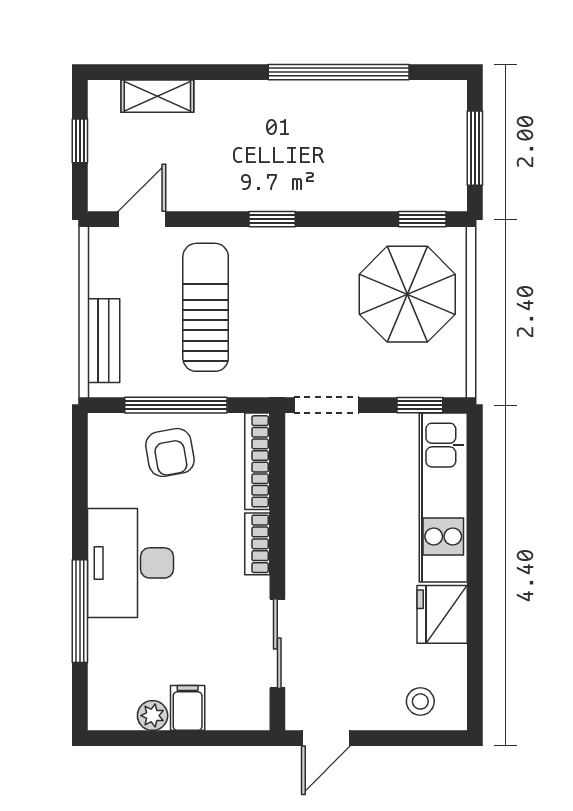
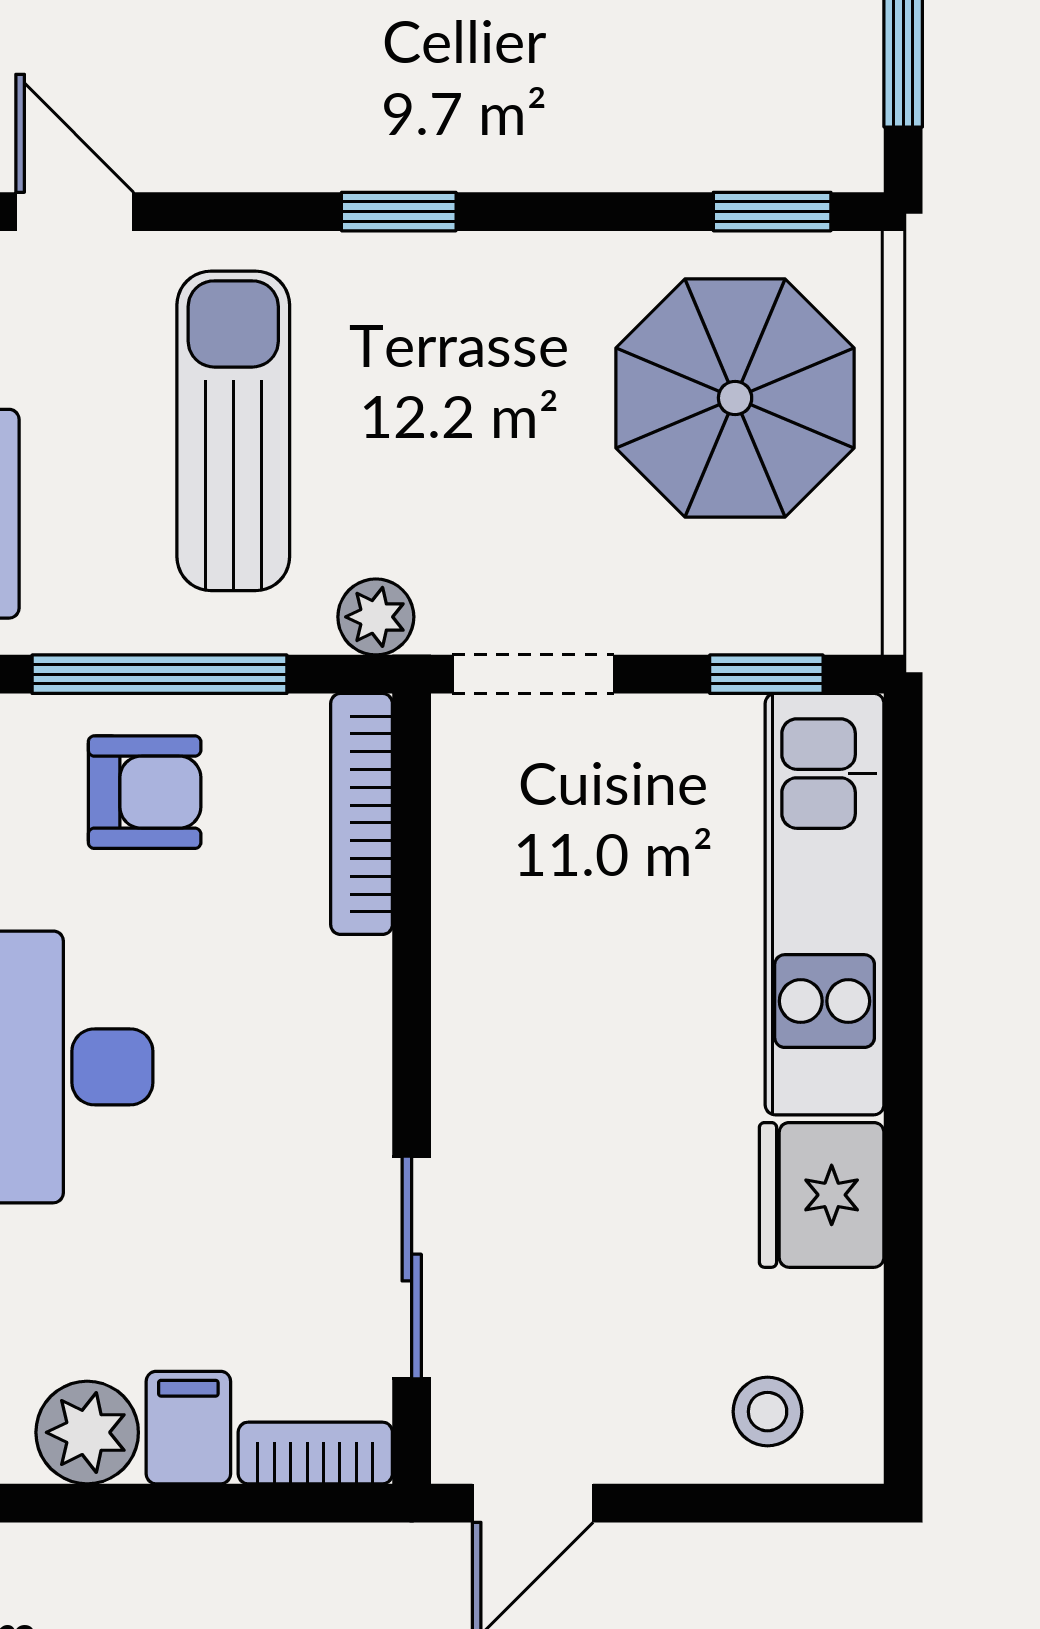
door: (142, 219) -> (75, 212), hinge flipped
plant: (263, 382) -> (376, 617), added
armchair: (170, 453) -> (145, 792), turned -80
bookcase: (257, 544) -> (315, 1453), moved, turned 90
plant: (153, 716) -> (87, 1432), width x1.38, depth x1.38

